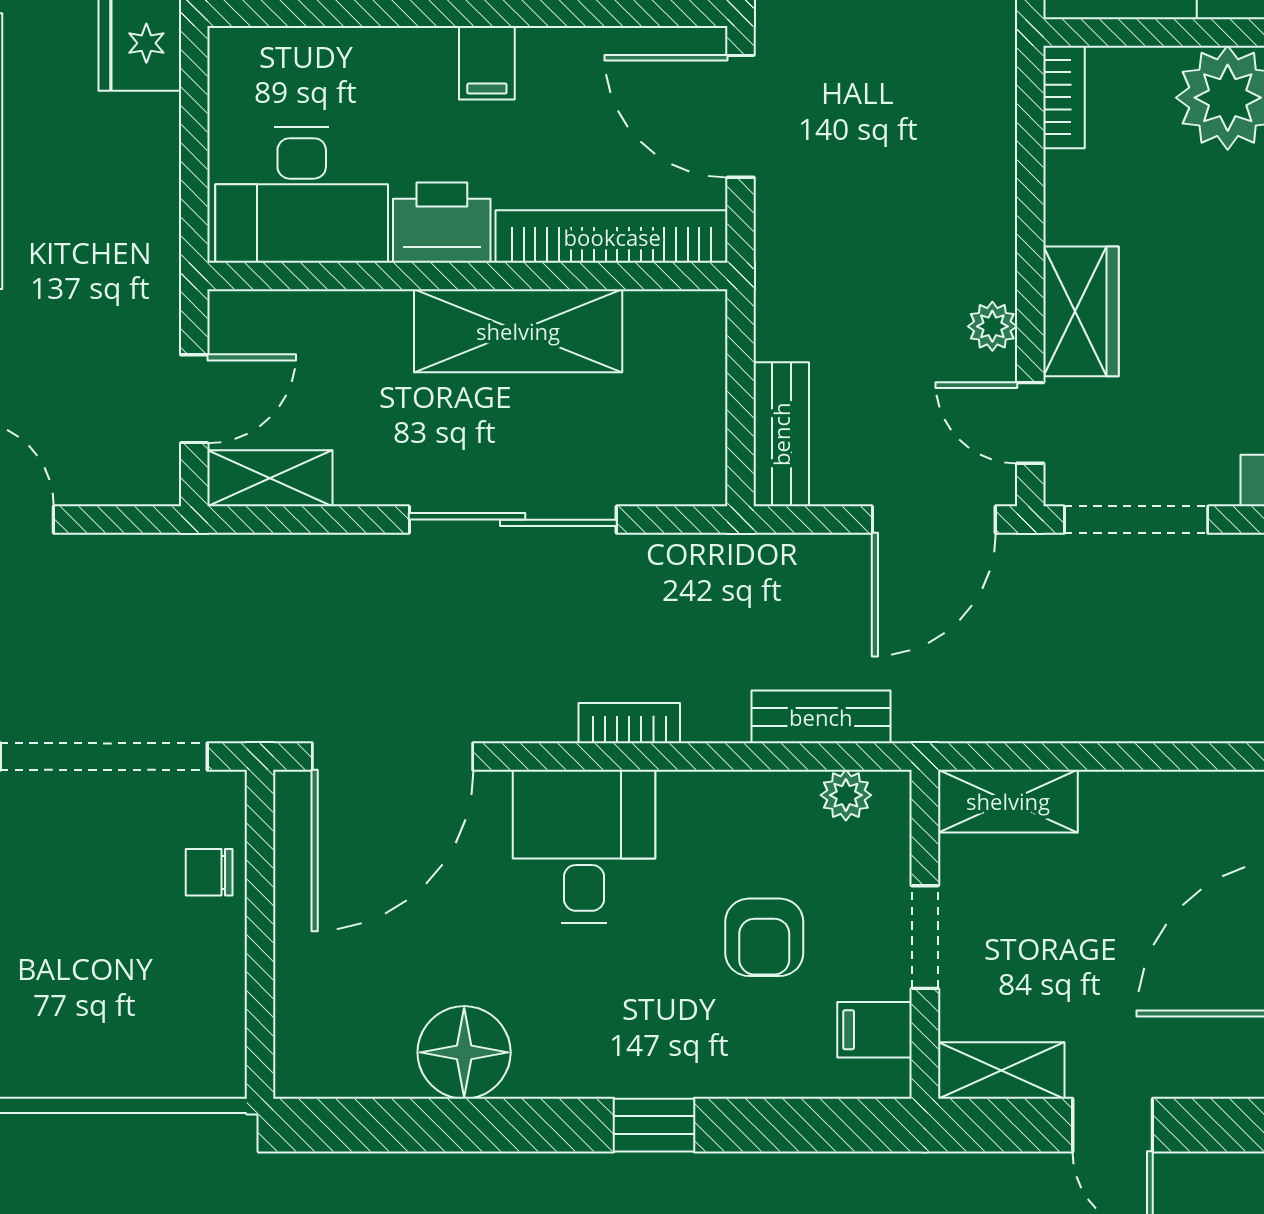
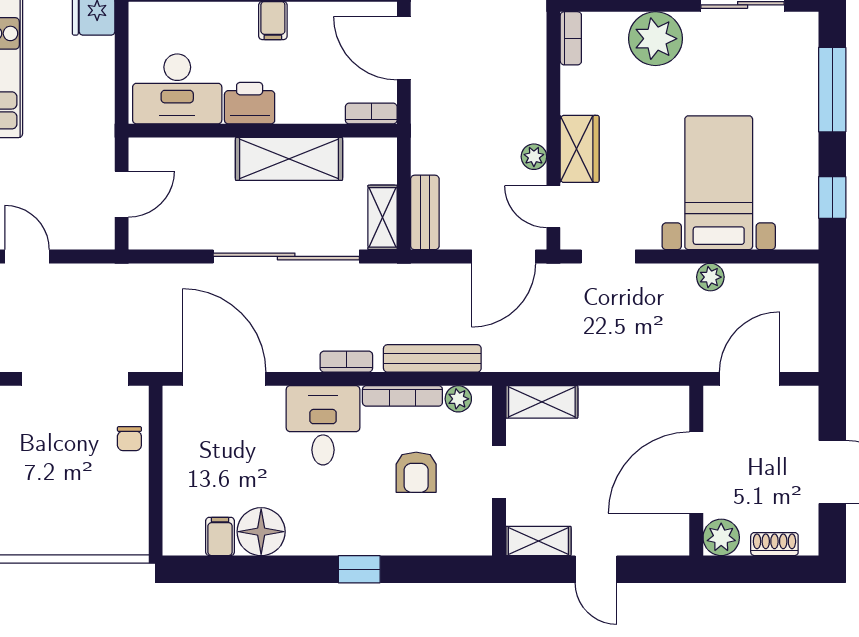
bookcase: (612, 237) -> (371, 114), width x0.43, depth x0.76
shelving: (270, 478) -> (383, 217), moved, turned 90
sliding door: (513, 520) -> (286, 256), width x1.36
doorway: (1136, 520) -> (608, 256), width x0.73
bench: (821, 717) -> (432, 358), width x1.36
door: (392, 757) -> (224, 379), swing flipped
bookcase: (738, 789) -> (402, 396), added
chair: (209, 872) -> (129, 439), turned -90
filing cabinet: (875, 1030) -> (220, 536), moved, turned 90

